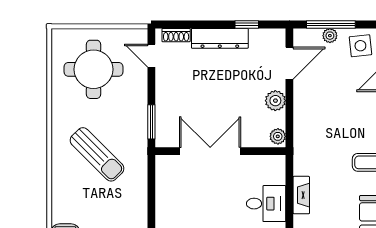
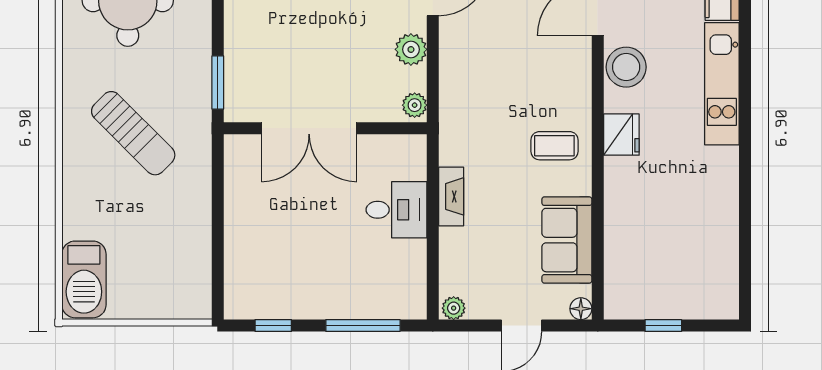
double door: (210, 151) -> (309, 128), swing flipped

